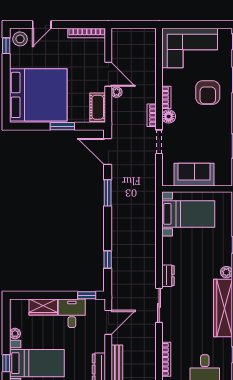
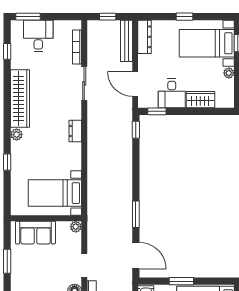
sofa: (194, 175) -> (36, 233), moved
plant: (167, 180) -> (76, 227), added
window: (108, 259) -> (136, 130), moved
sliding door: (159, 305) -> (84, 83), moved
door: (108, 322) -> (135, 84), hinge flipped

